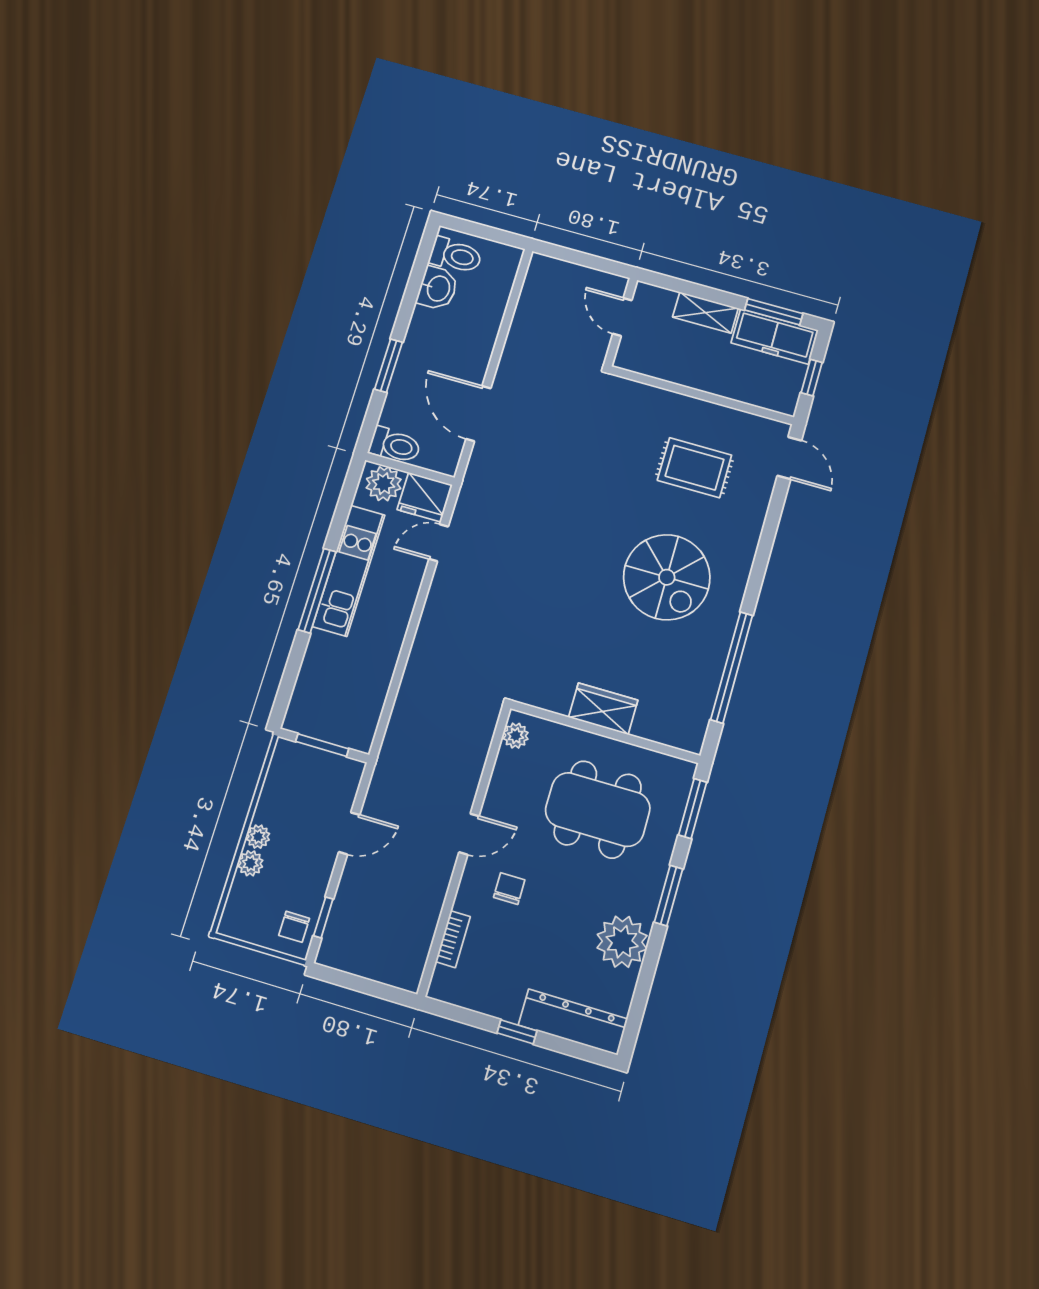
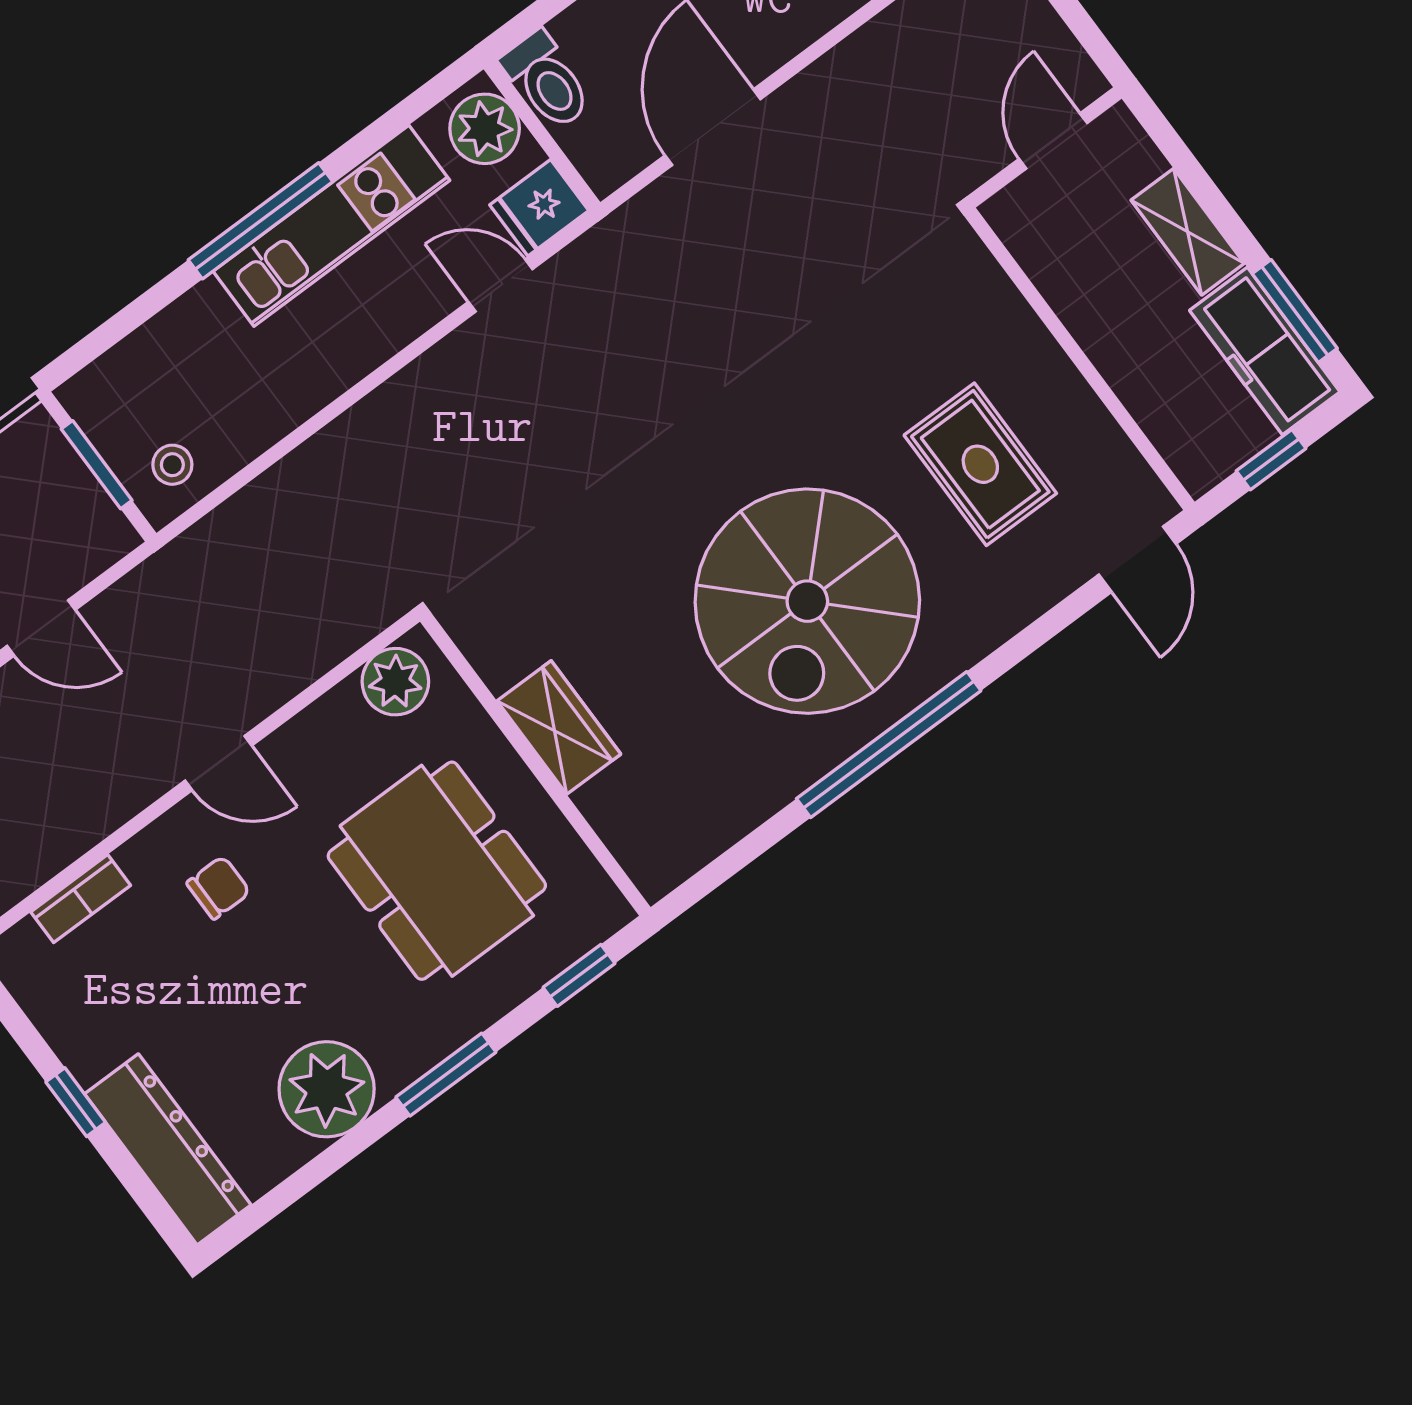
fridge: (425, 497) -> (539, 208), width x0.72
spiral stairs: (667, 577) -> (807, 601), width x1.37, depth x1.37
window: (732, 667) -> (889, 745), moved
stool: (355, 721) -> (172, 465), added
plant: (516, 736) -> (395, 682), width x1.38, depth x1.38
window: (693, 809) -> (579, 975), width x0.67

